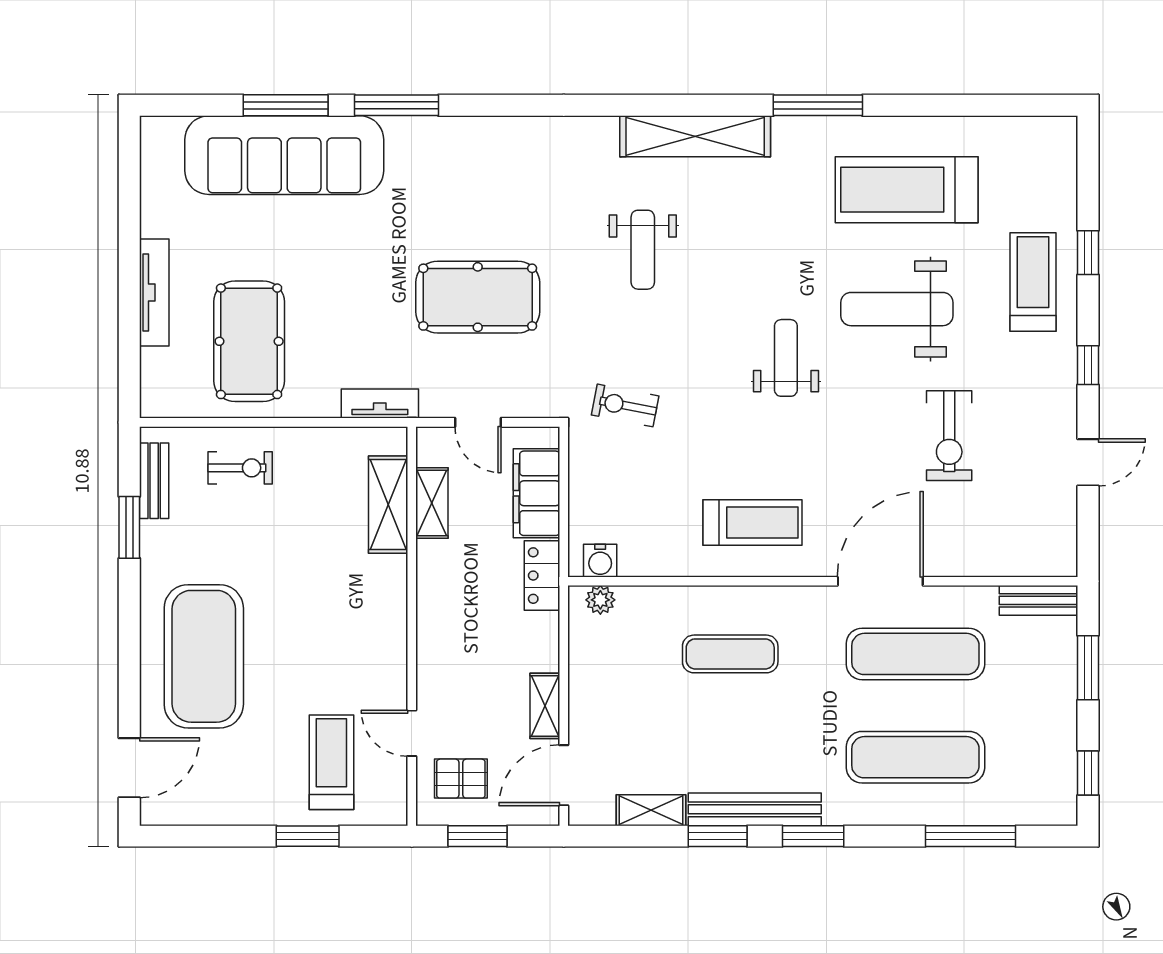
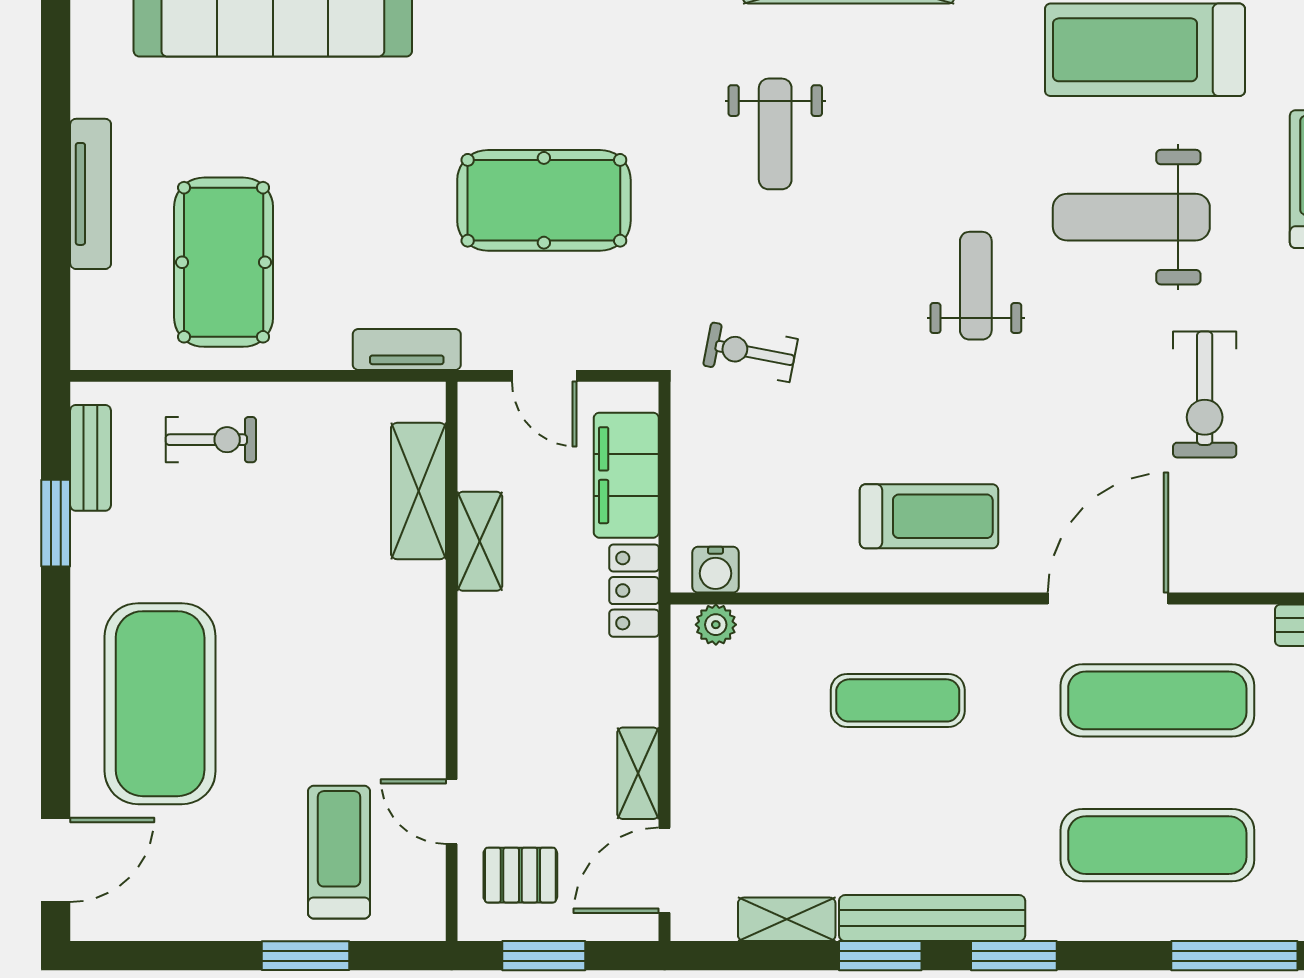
shelving: (432, 503) -> (480, 541), moved

